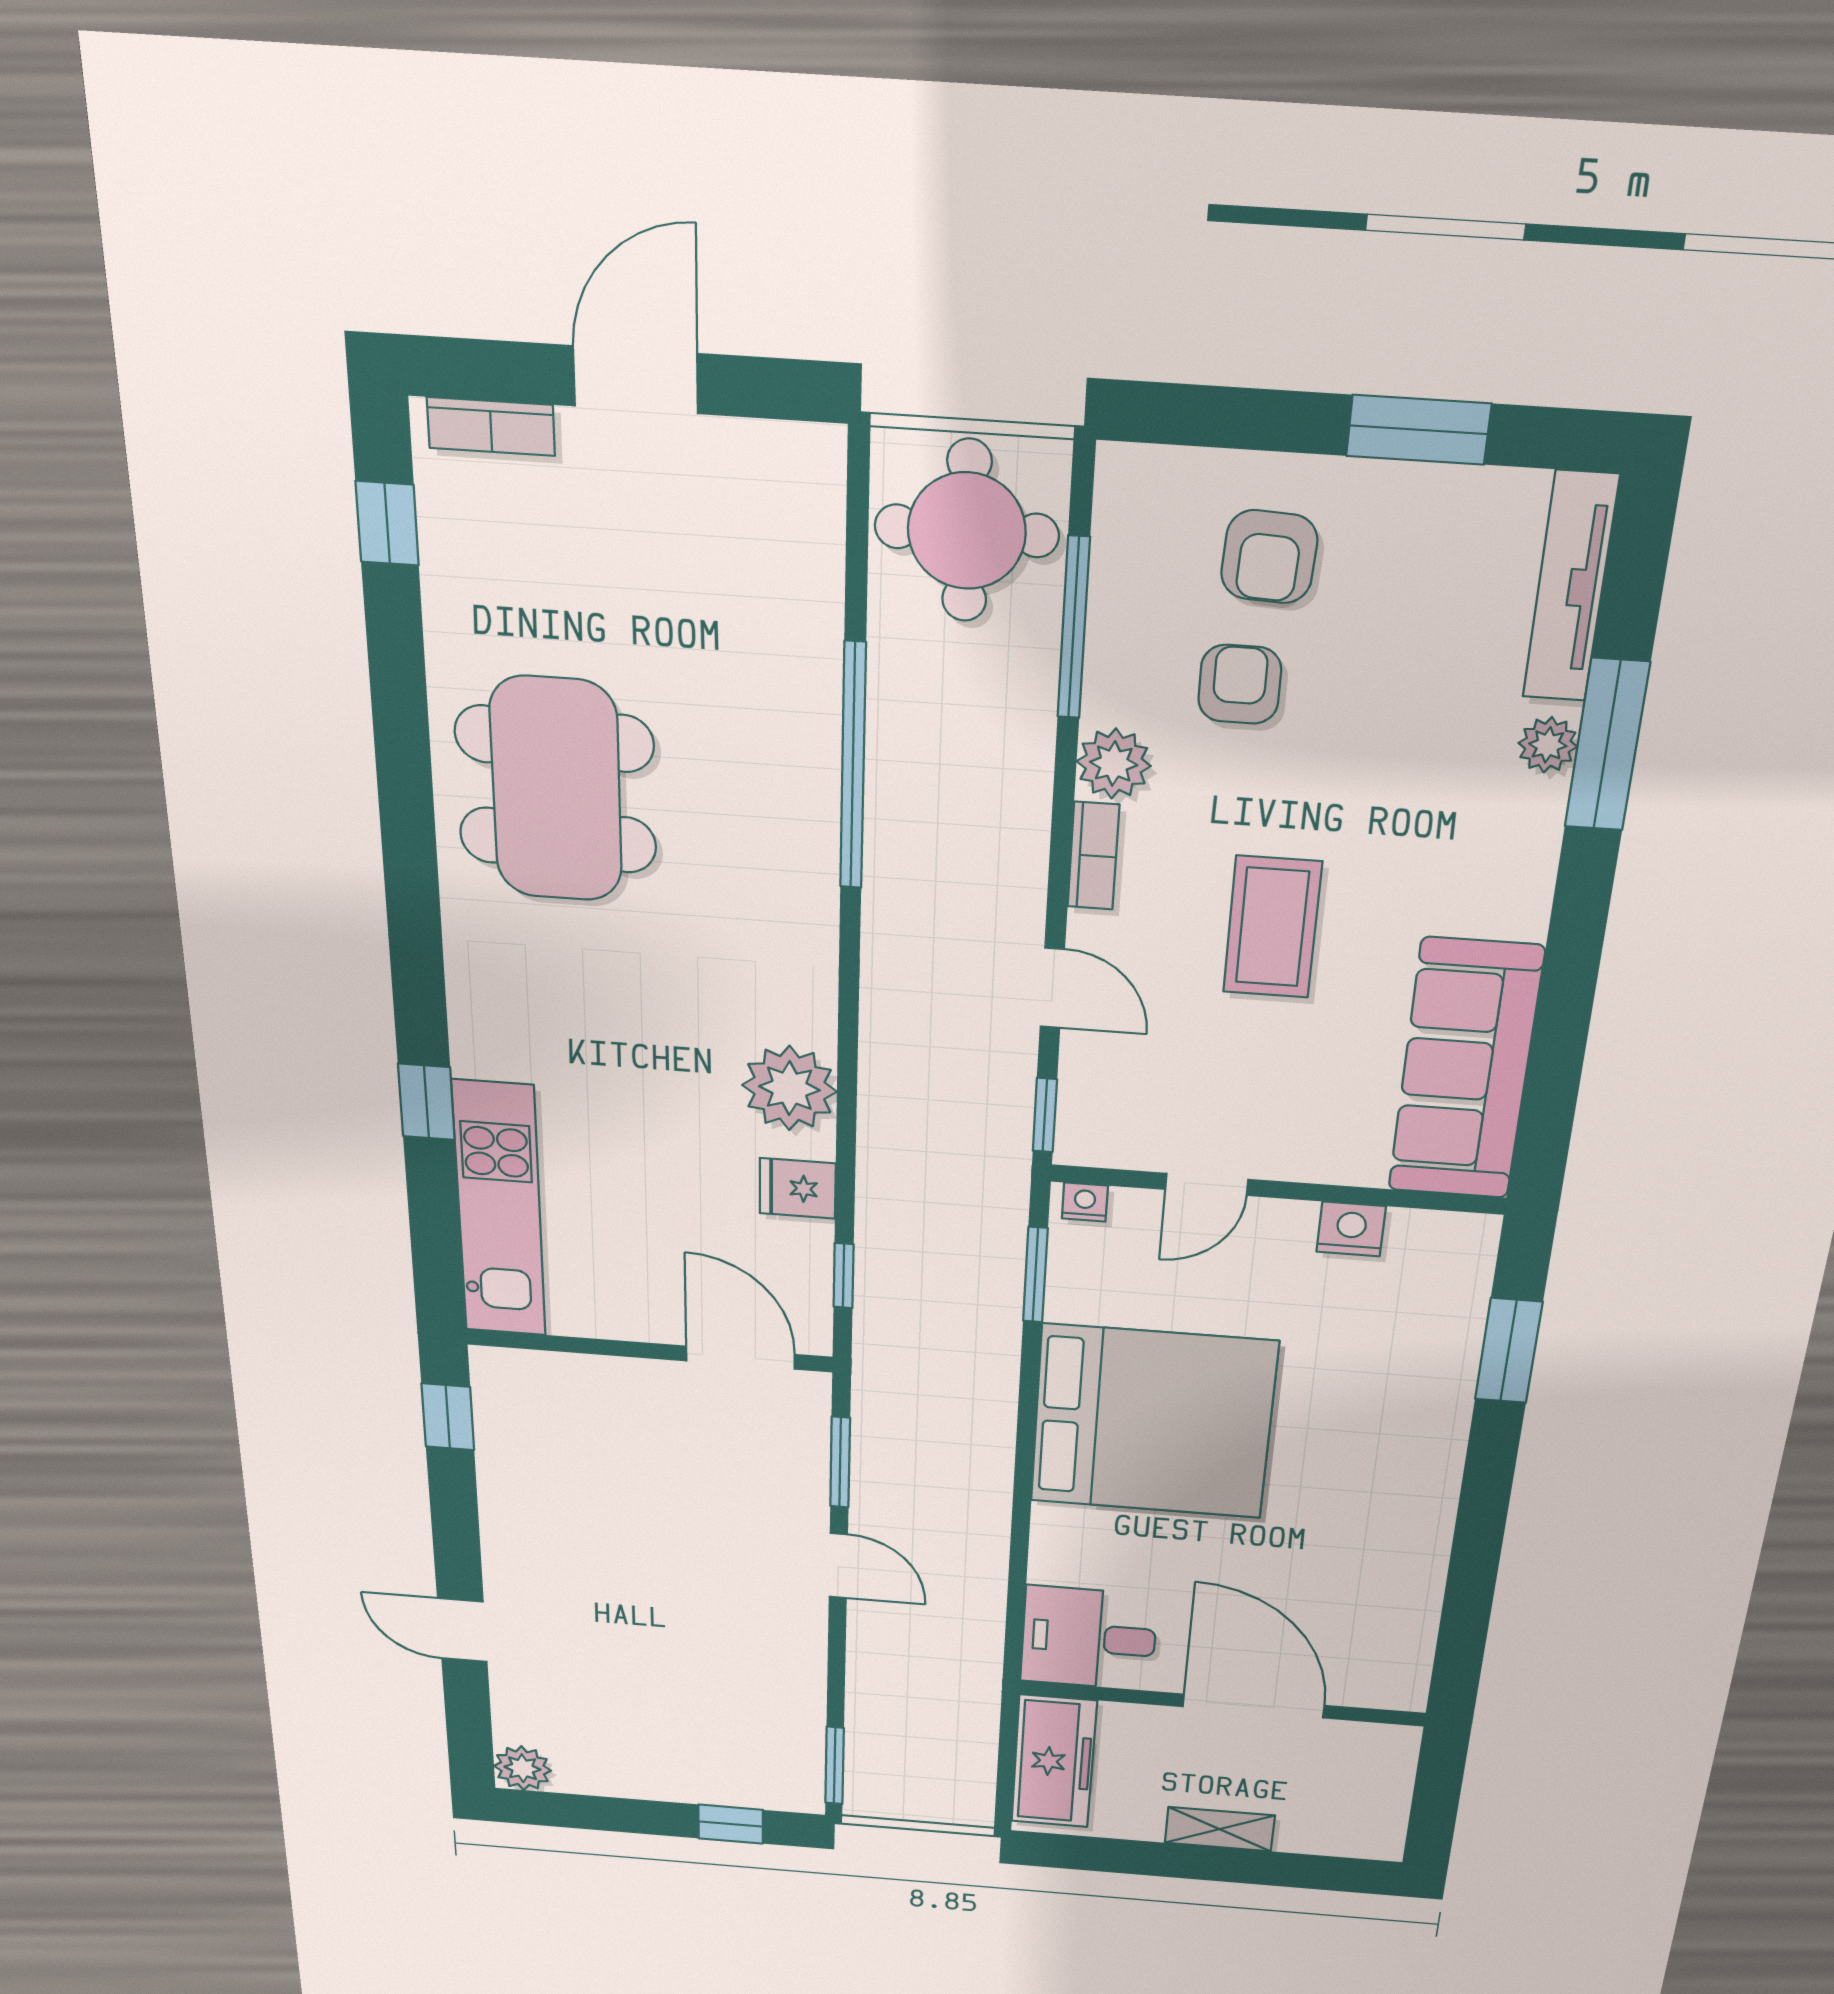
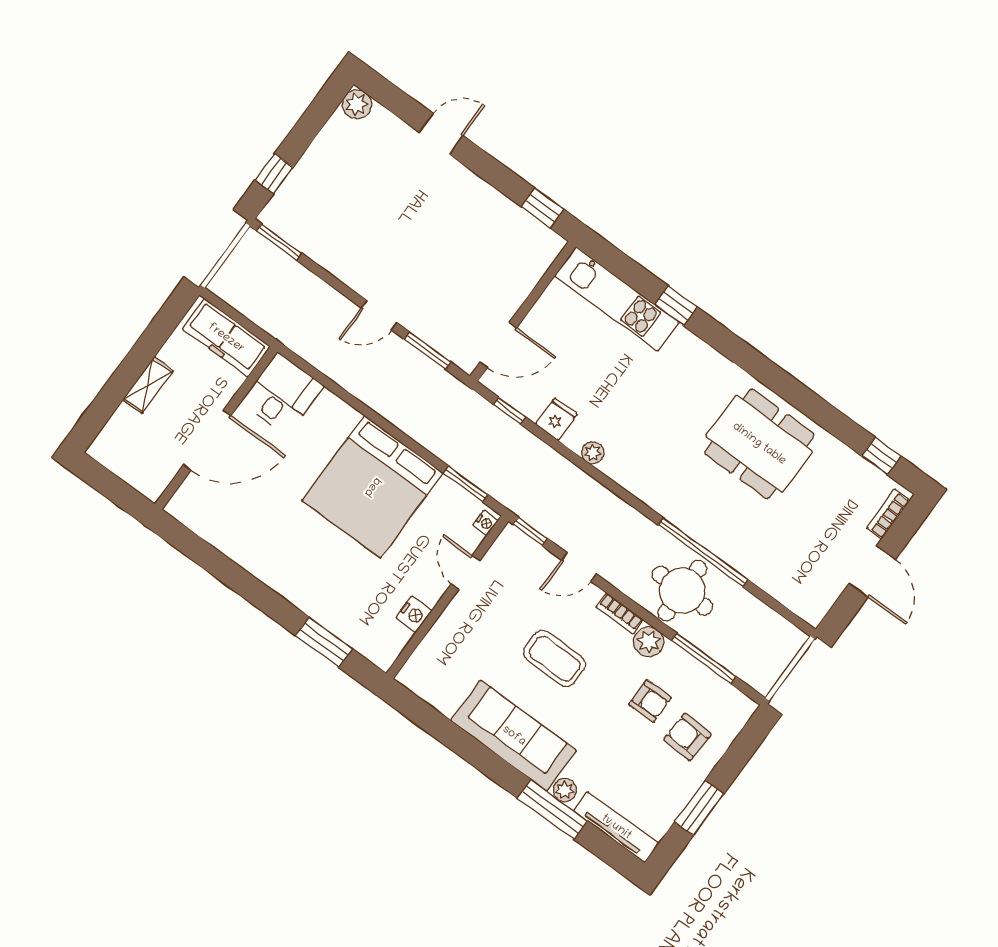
round table: (967, 531) -> (682, 591), moved
sofa: (1465, 1070) -> (514, 736), moved
plant: (789, 1088) -> (593, 453), width x0.53, depth x0.53

